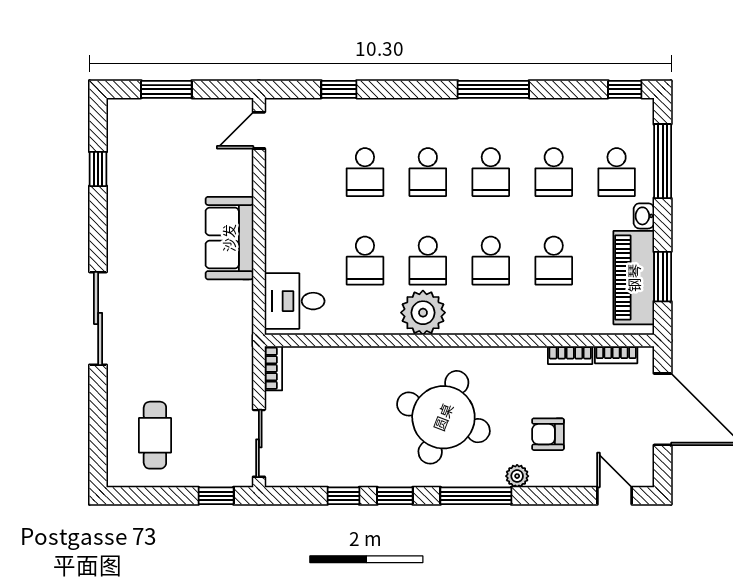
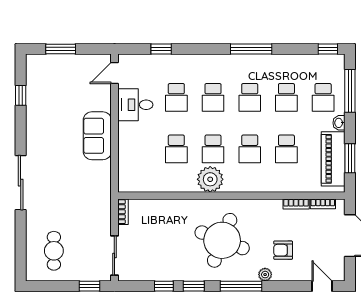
desk: (295, 301) -> (135, 105), moved

